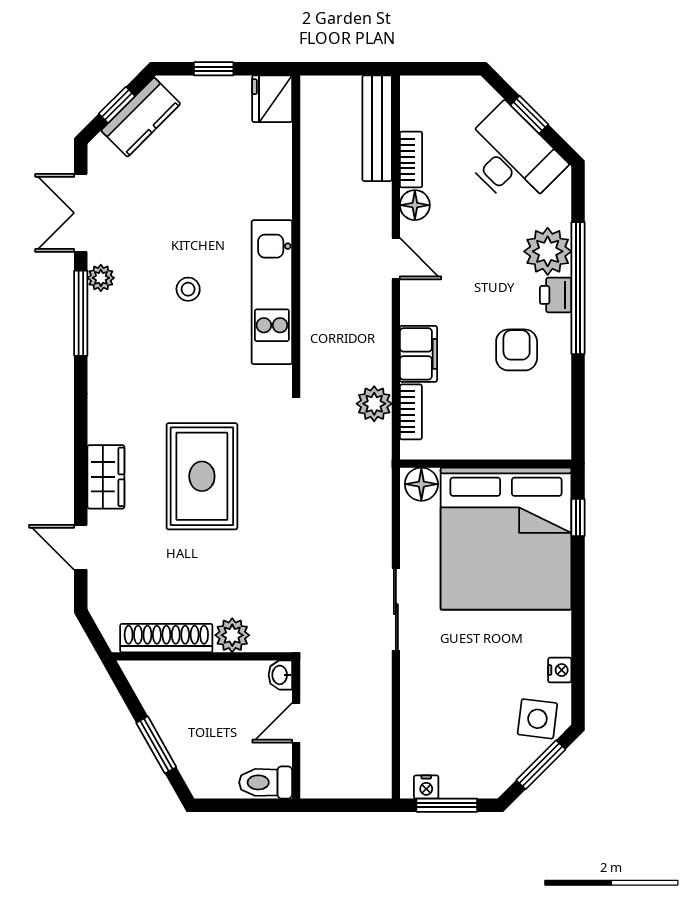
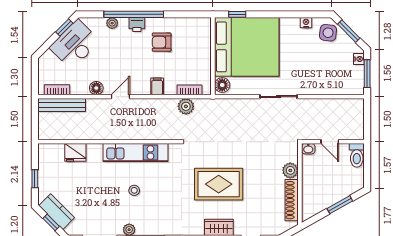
fridge: (272, 99) -> (75, 152), moved
window: (529, 115) -> (64, 28), moved
bookcase: (411, 160) -> (57, 90), moved
plant: (548, 251) -> (112, 23), width x0.53, depth x0.53
filing cabinet: (418, 354) -> (157, 86), width x0.50
nightstand: (426, 787) -> (359, 59), moved

